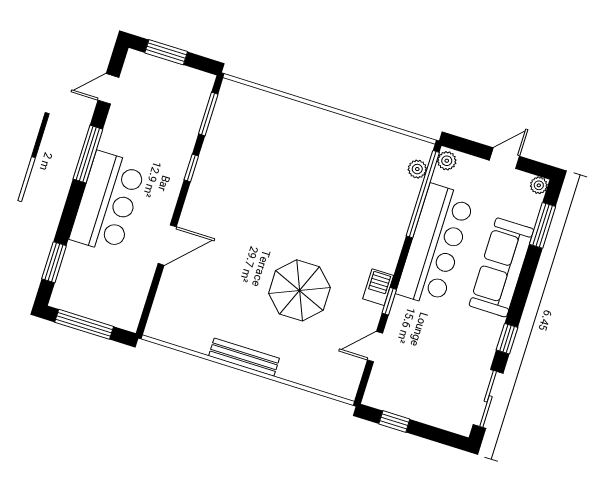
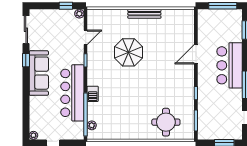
round table: (269, 129) -> (166, 122), added
plant: (447, 161) -> (79, 14), moved
window: (542, 225) -> (26, 117), removed
sofa: (501, 267) -> (39, 73), moved
barbecue: (378, 287) -> (93, 94), moved

